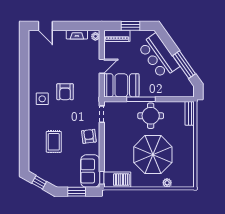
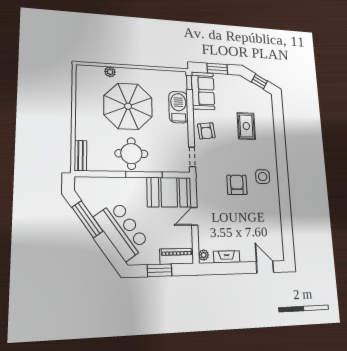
barbecue: (117, 180) -> (178, 107), moved, turned 90

